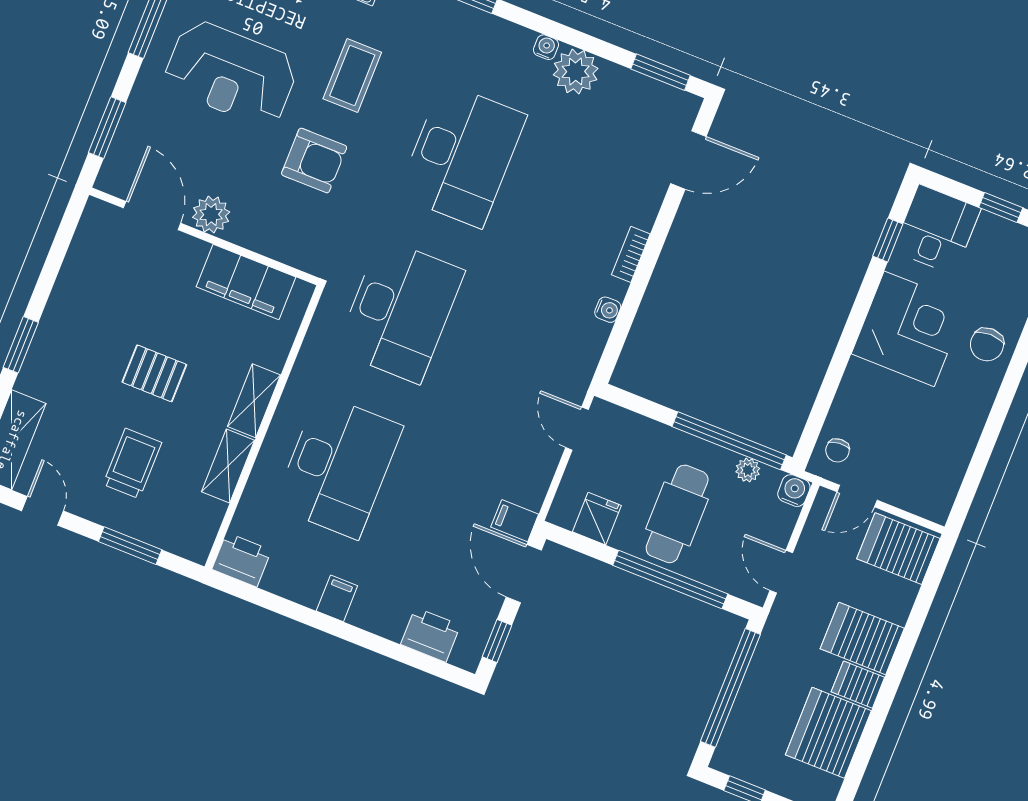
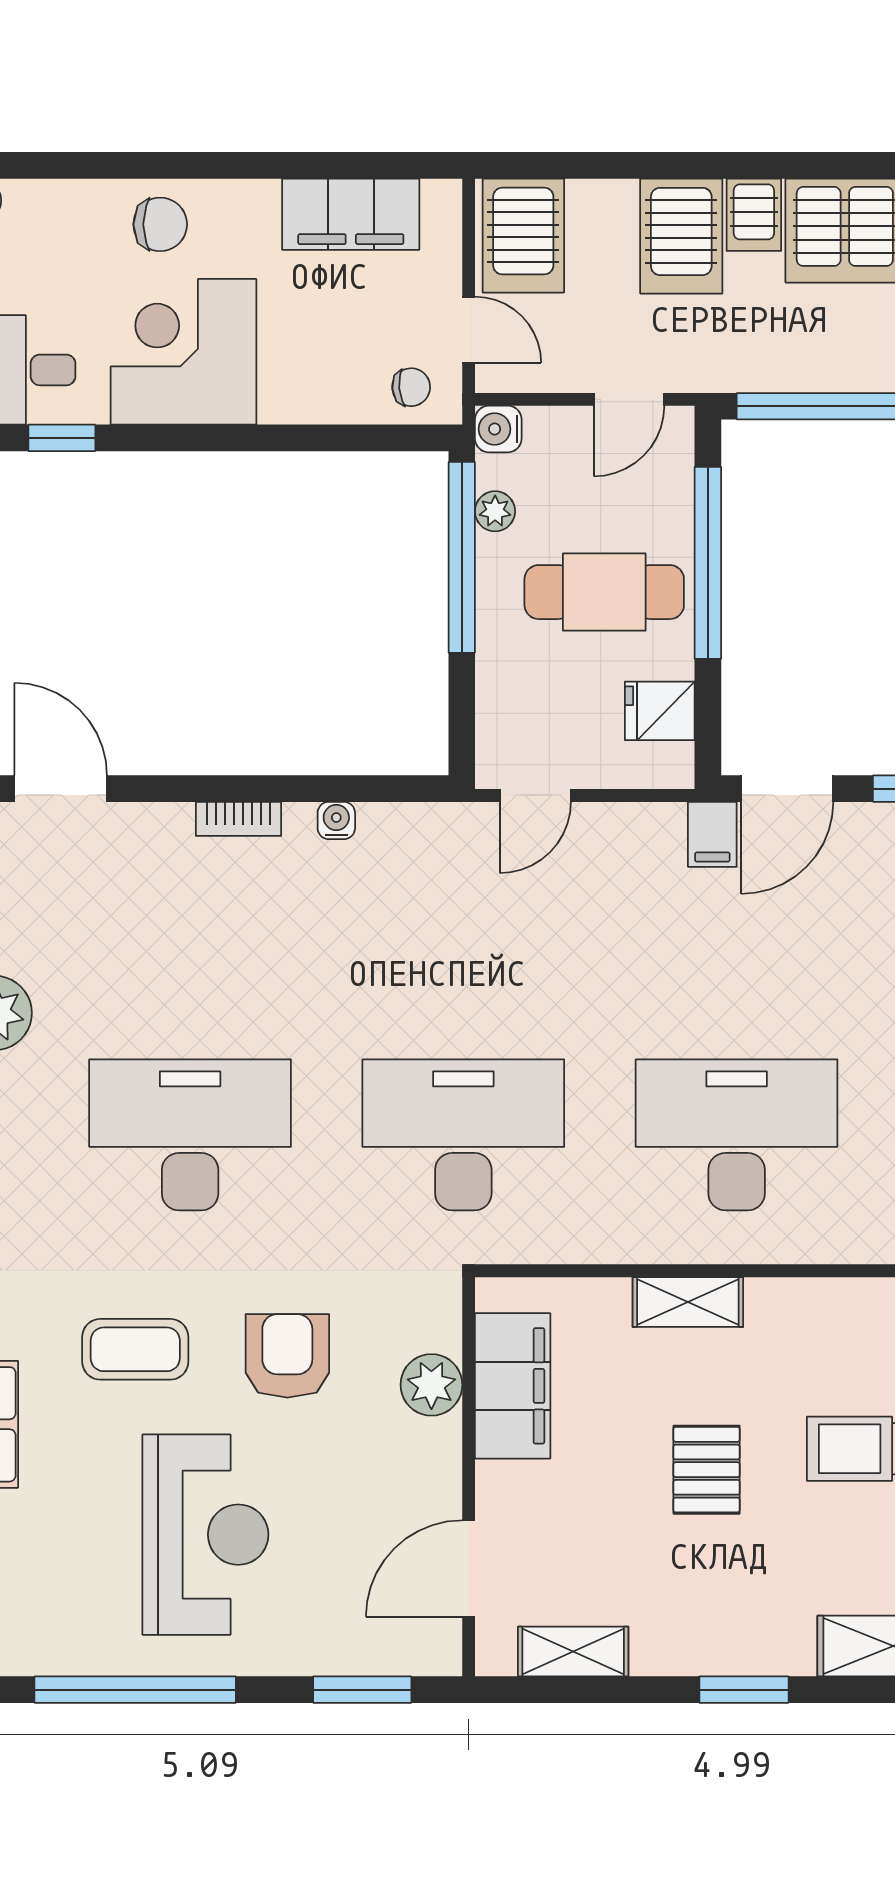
plant: (211, 215) -> (431, 1385), moved
filing cabinet: (950, 455) -> (351, 214), added
shelving: (228, 466) -> (573, 1652), moved

